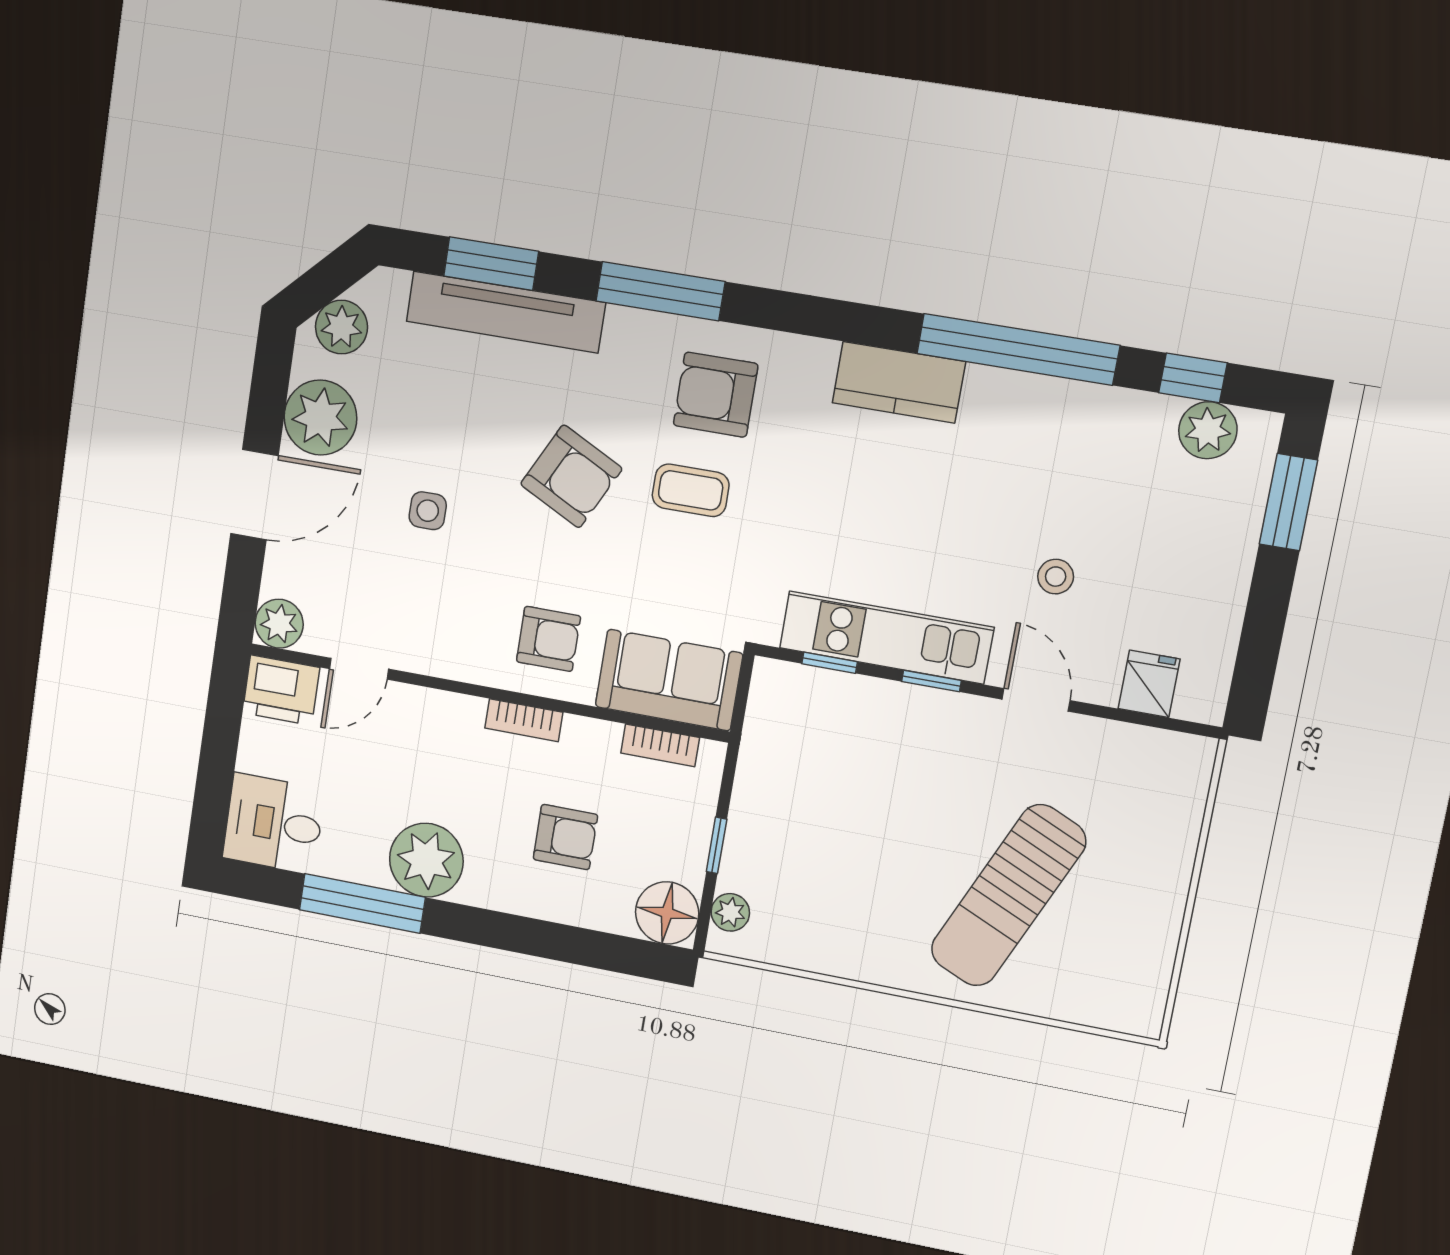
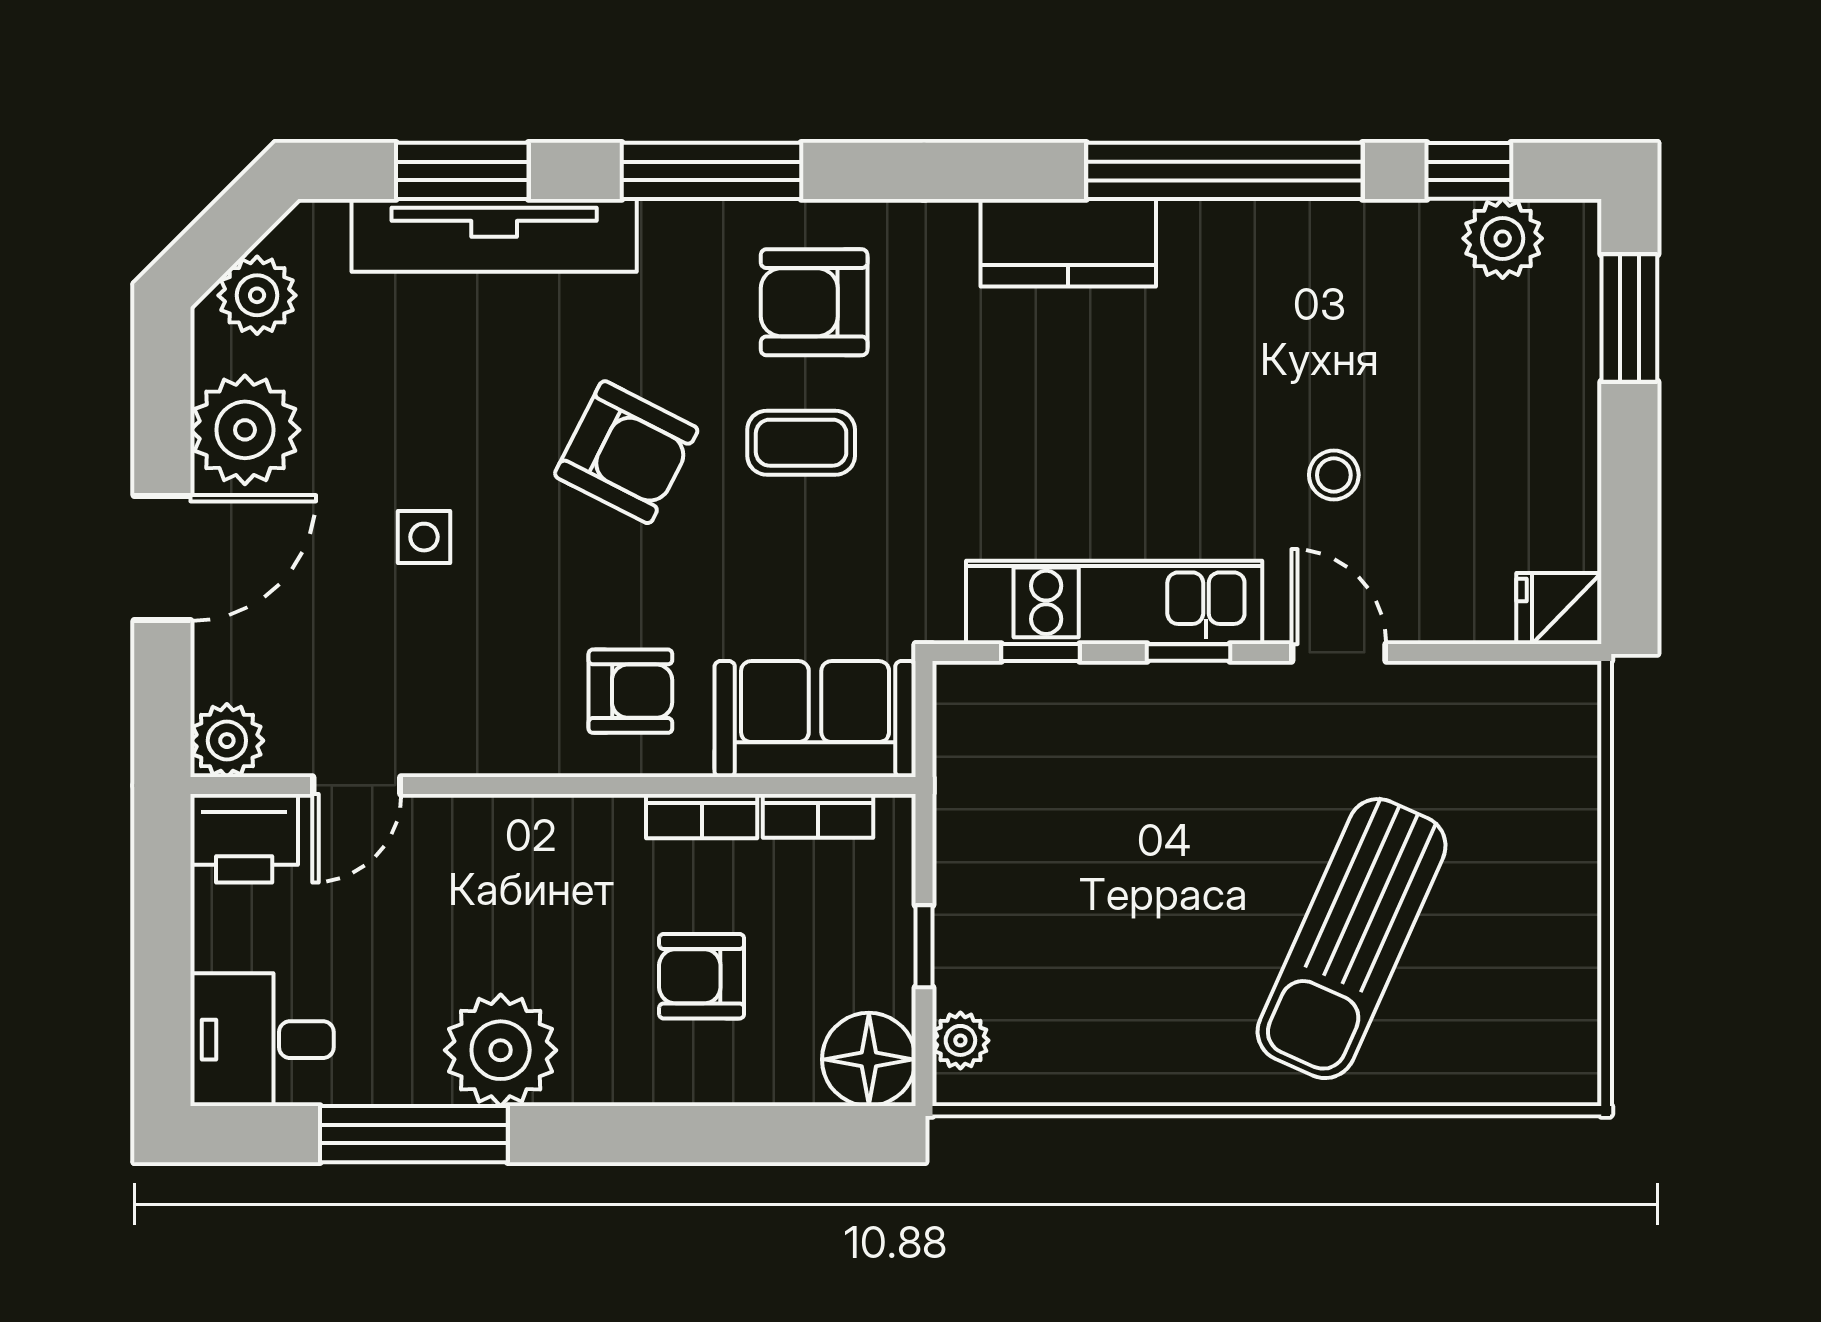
fridge: (1149, 684) -> (1559, 608), moved, turned -90
bookcase: (524, 720) -> (702, 816), moved
armchair: (565, 837) -> (702, 976), turned 180

